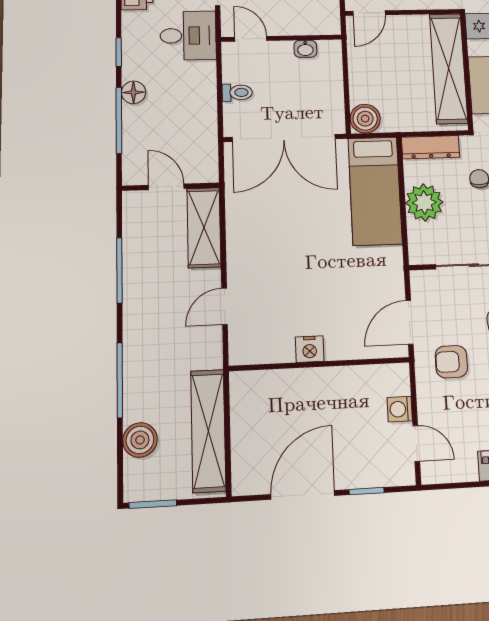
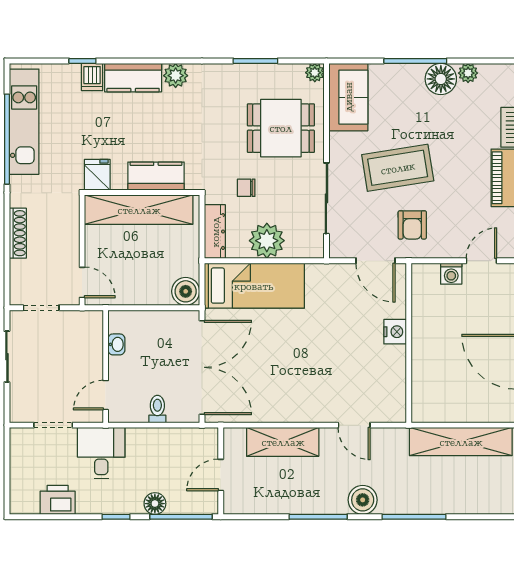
door: (166, 187) -> (221, 475), moved
wall: (171, 187) -> (221, 471), moved
nightstand: (310, 349) -> (395, 332), moved
boiler: (140, 440) -> (363, 500), moved

